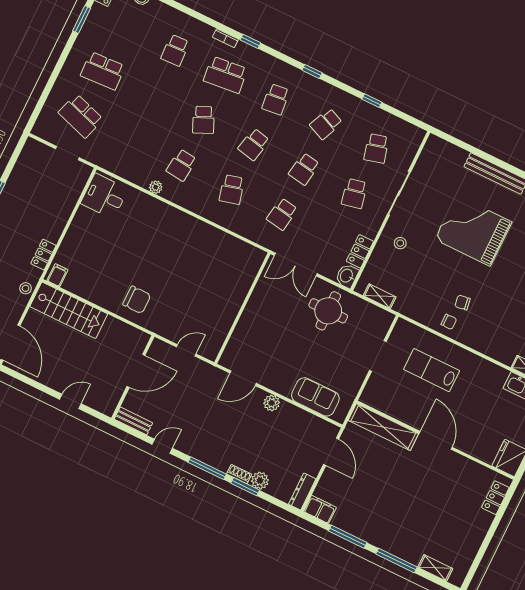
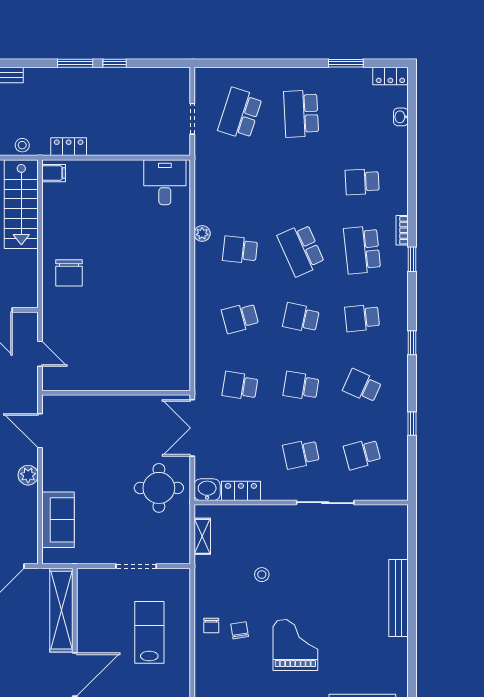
school desk: (203, 120) -> (301, 250), width x1.85
grand piano: (473, 231) -> (295, 645), moved, width x0.73, depth x0.68
stool: (400, 243) -> (262, 575), moved

